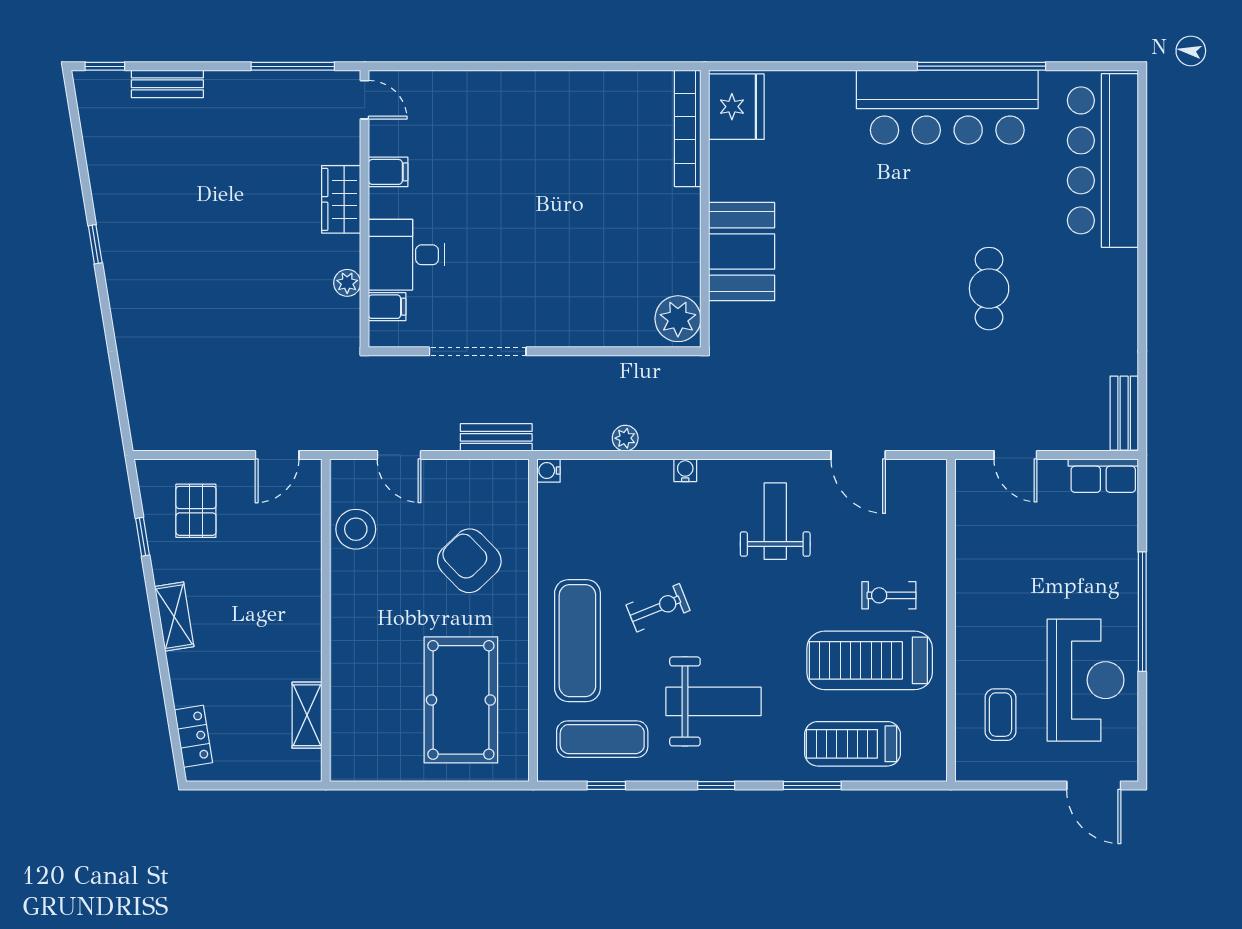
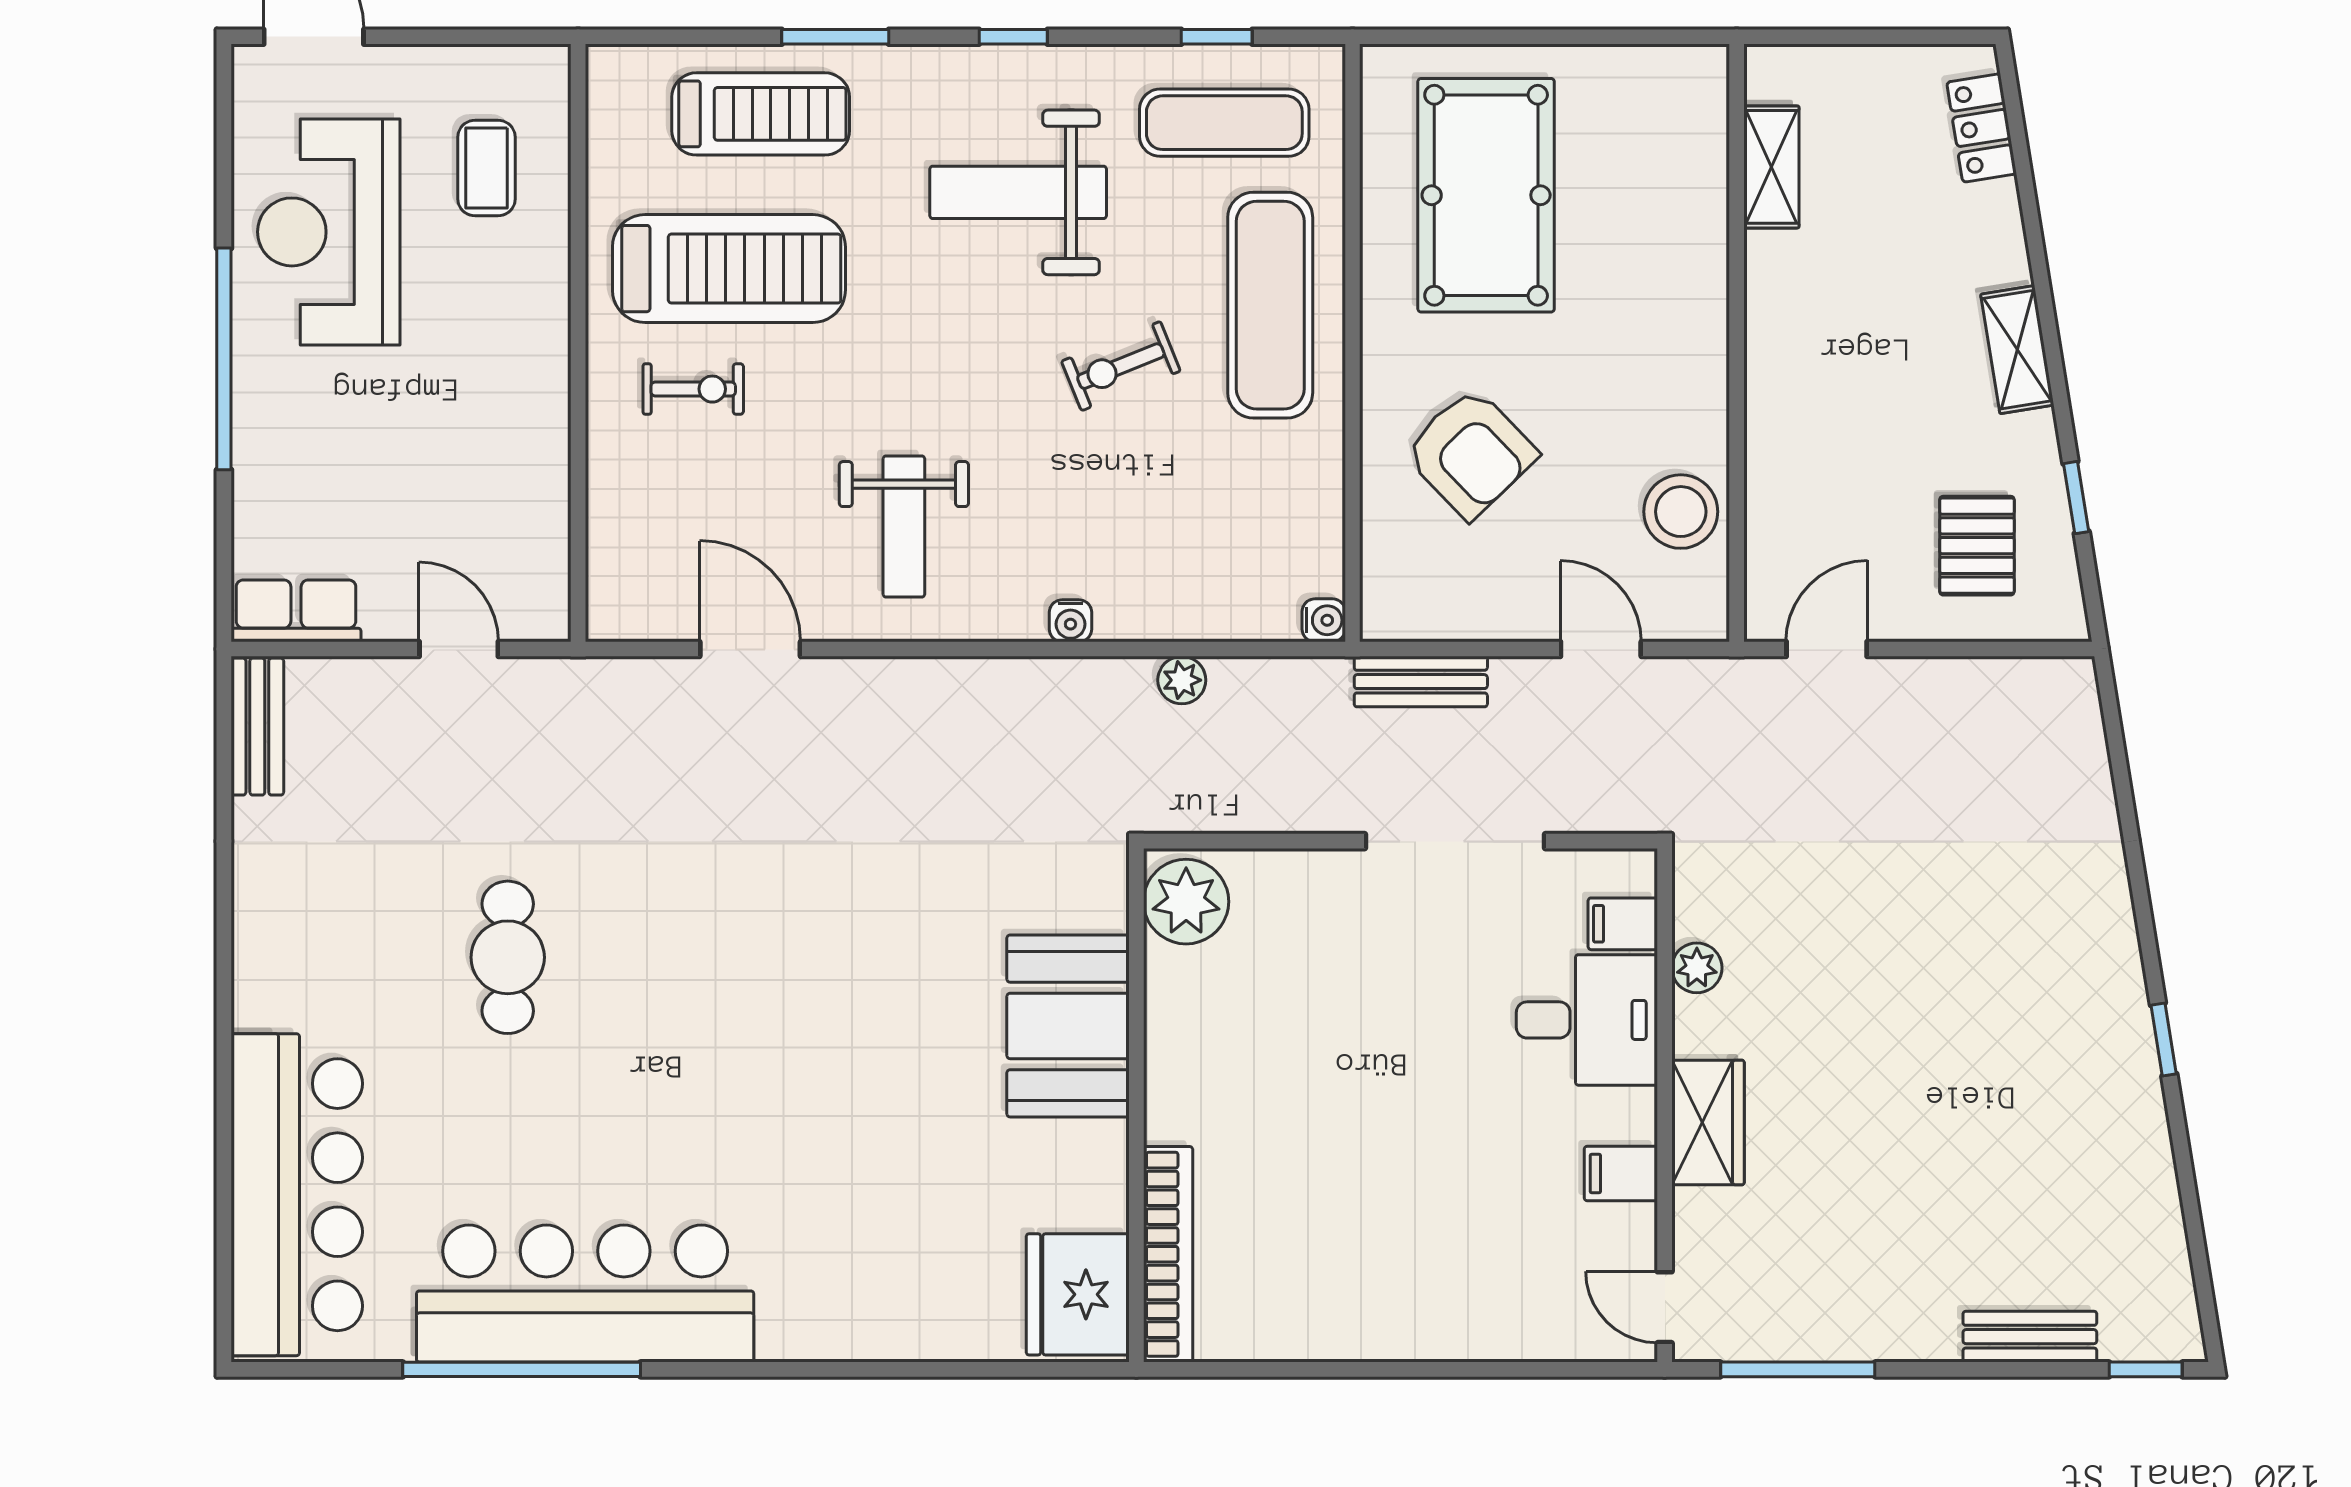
fridge: (736, 107) -> (1078, 1294), moved
bookcase: (688, 128) -> (1168, 1254), moved
wall: (705, 209) -> (1136, 1105), moved
booth: (742, 252) -> (1068, 1026), moved
plant: (678, 319) -> (1186, 902), moved

